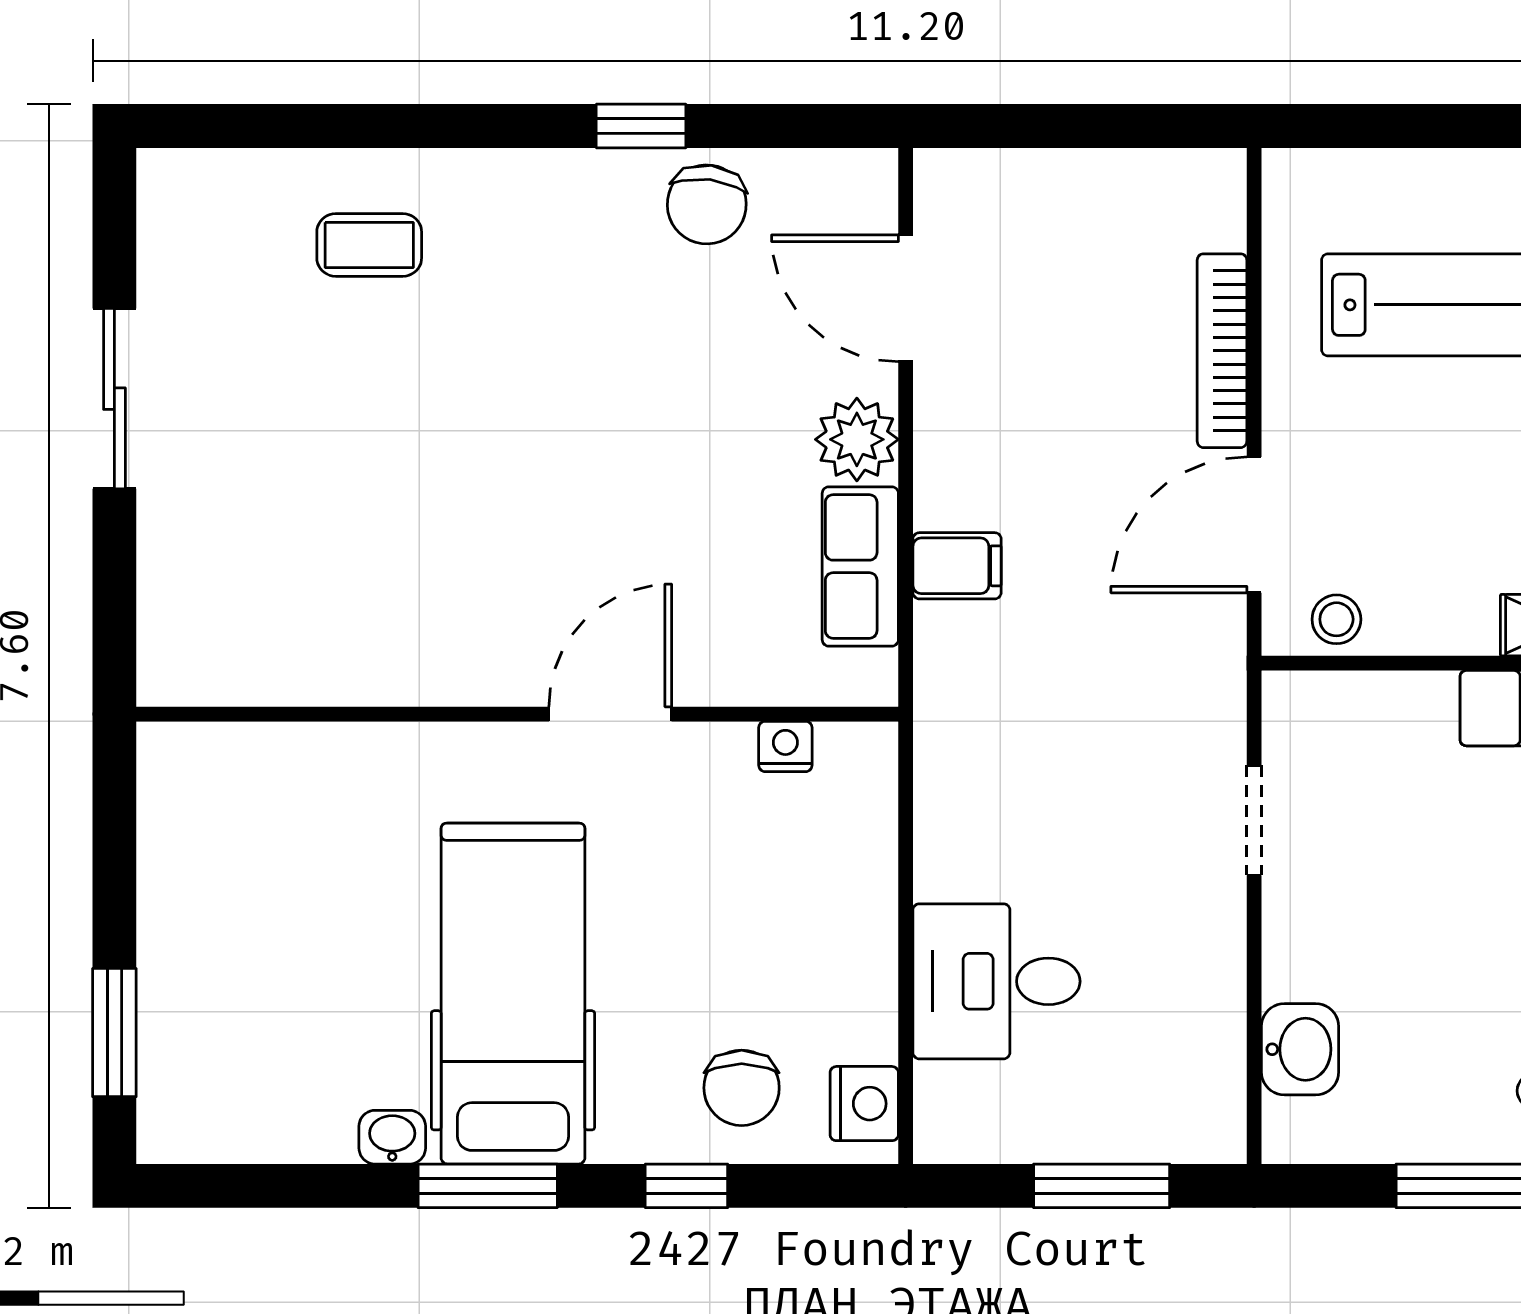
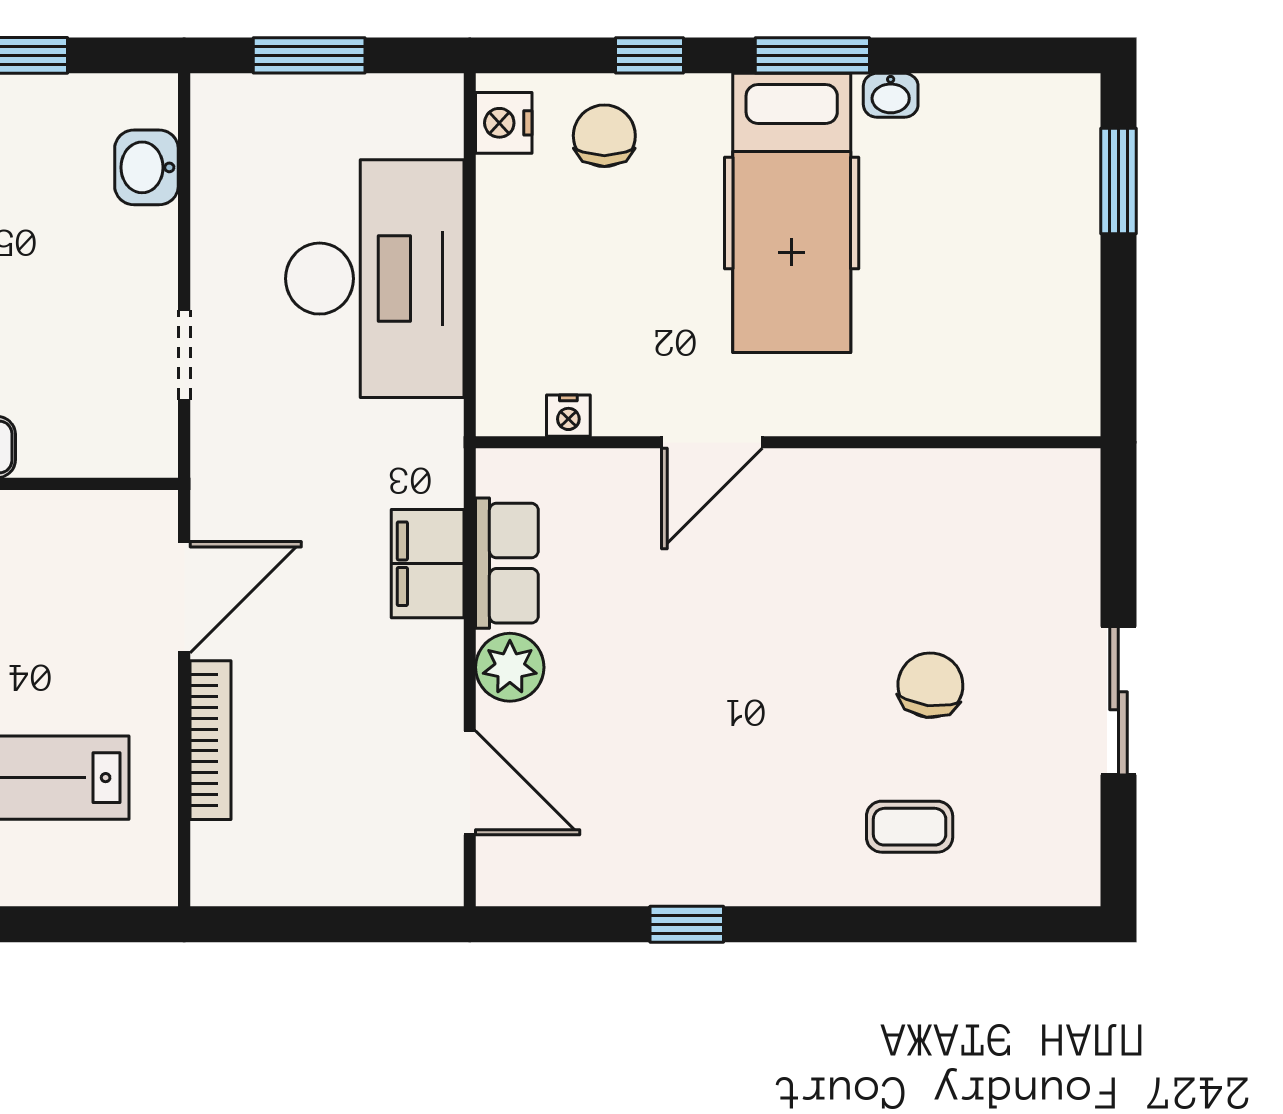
chair: (707, 204) -> (930, 685), moved
filing cabinet: (957, 566) -> (428, 564), width x2.00
stool: (1336, 619) -> (117, 520), removed
desk: (997, 981) -> (375, 279), width x1.87, depth x1.30

